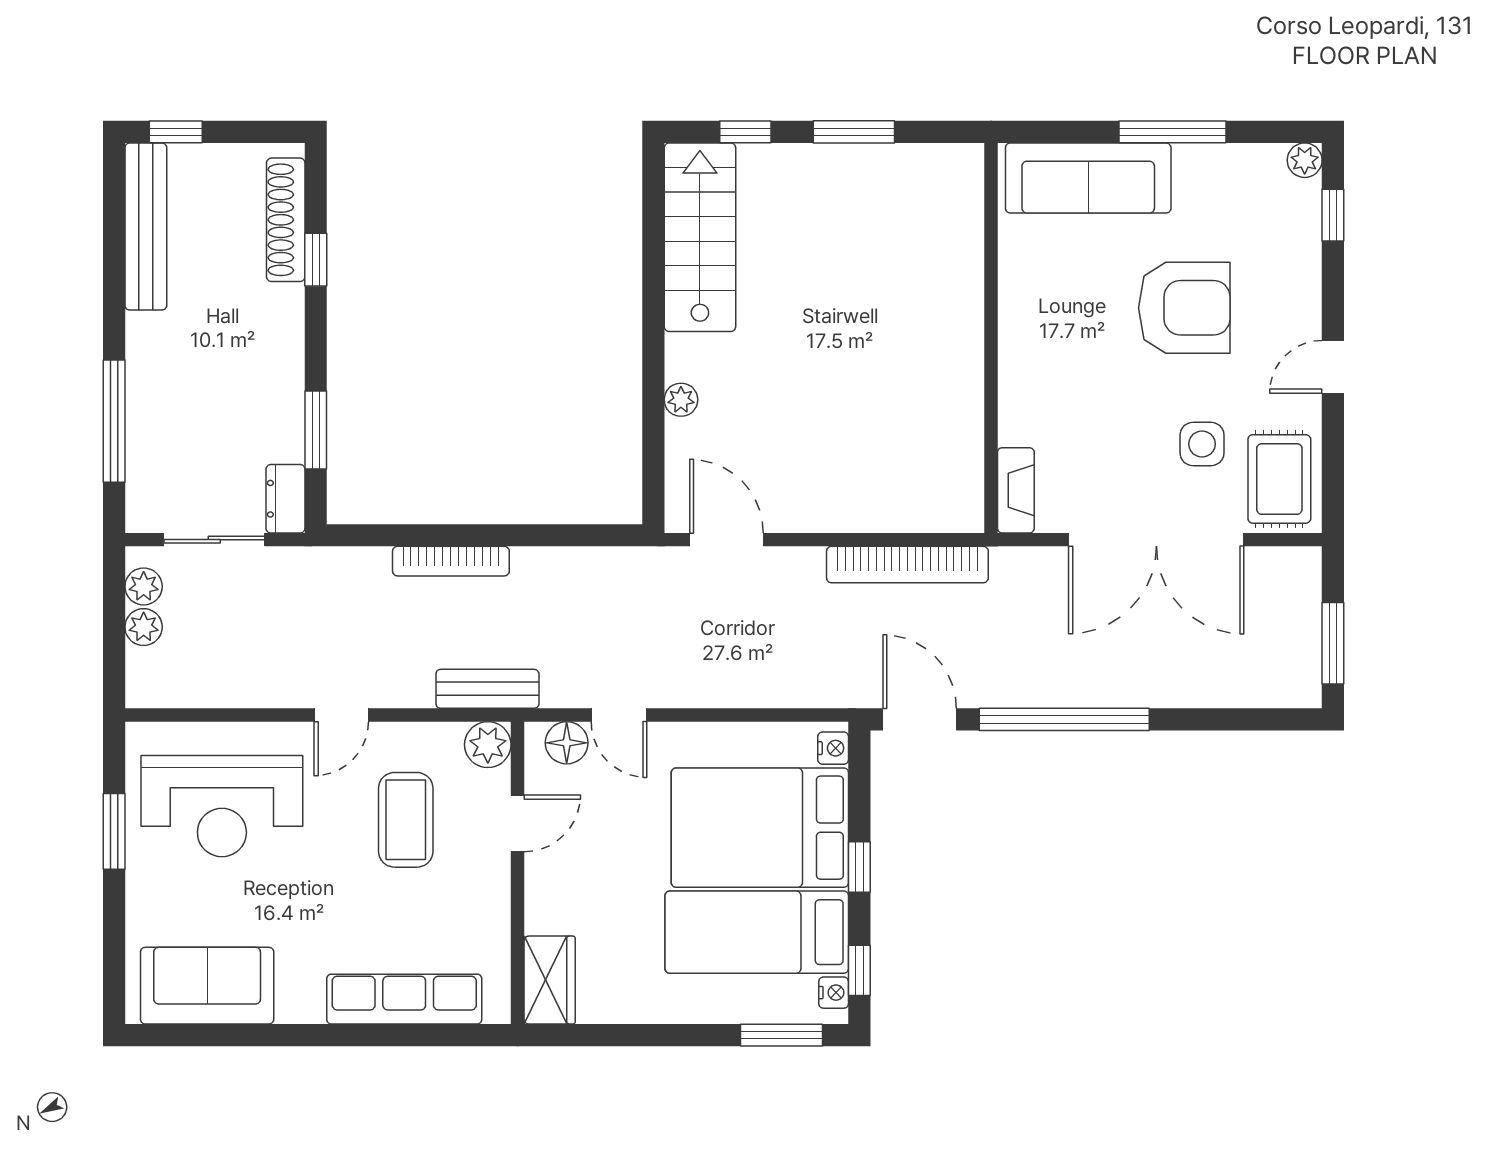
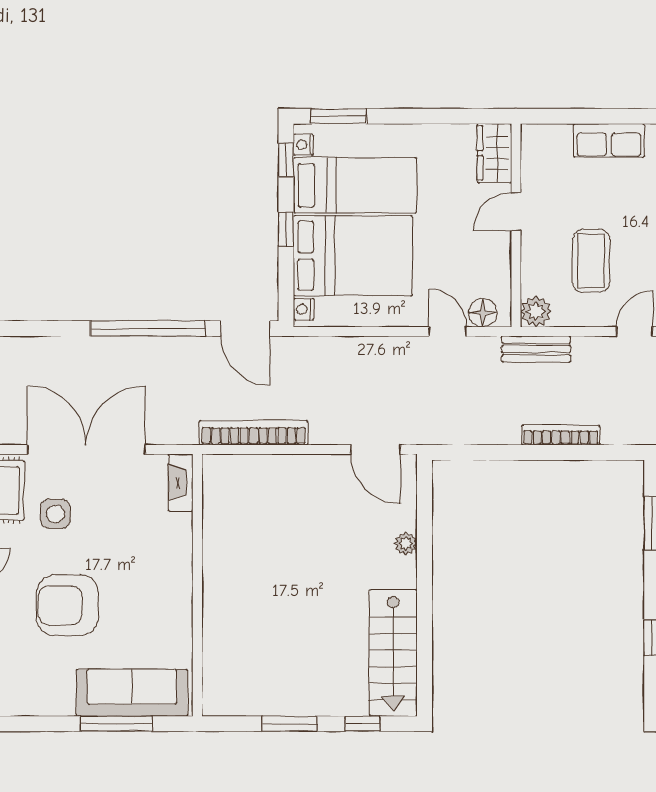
window: (1172, 132) -> (116, 724), moved
door: (517, 823) -> (516, 212), moved
row of seats: (404, 999) -> (609, 140), width x0.68

